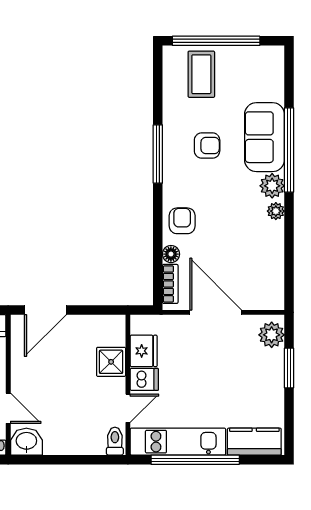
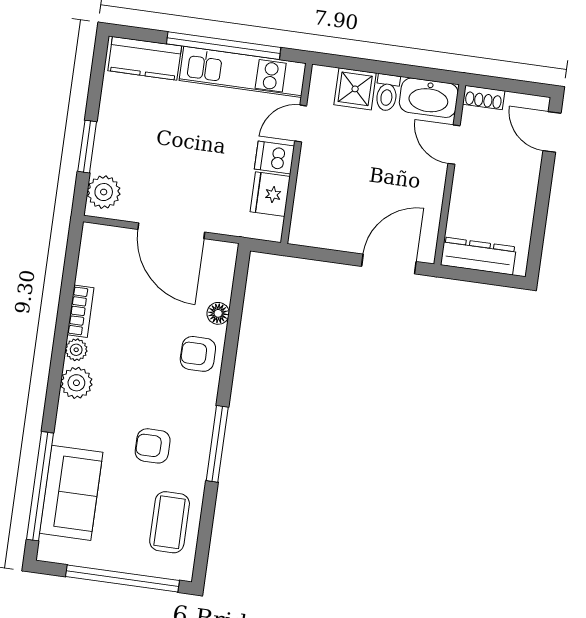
coffee table: (201, 74) -> (170, 522), moved
sofa: (264, 137) -> (71, 493), moved
window: (289, 150) -> (40, 486), moved
armchair: (182, 221) -> (198, 354), turned 90
bookcase: (170, 284) -> (80, 311), moved, turned 180
shower: (111, 362) -> (355, 89), moved
toilet: (115, 441) -> (387, 93), moved
washbasin: (26, 442) -> (429, 98), width x1.38

